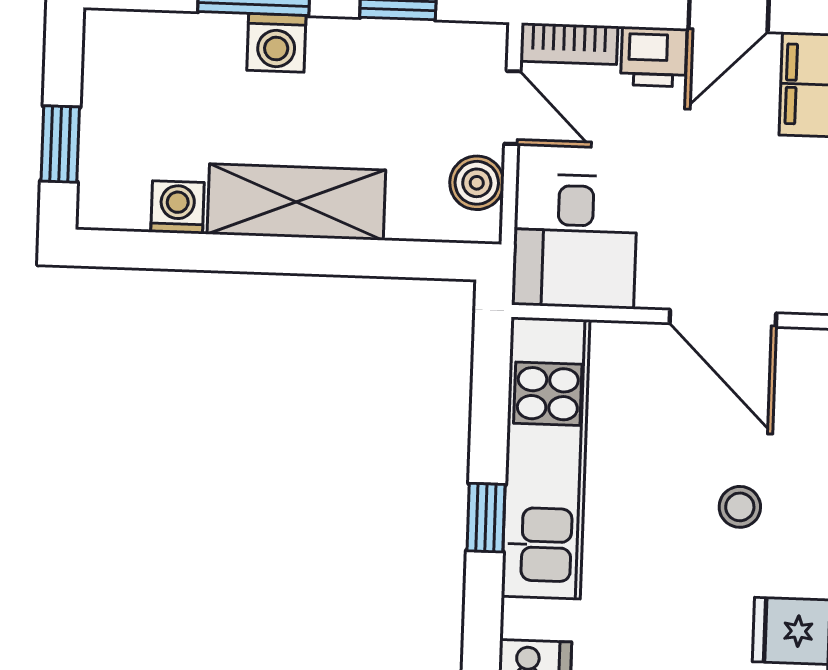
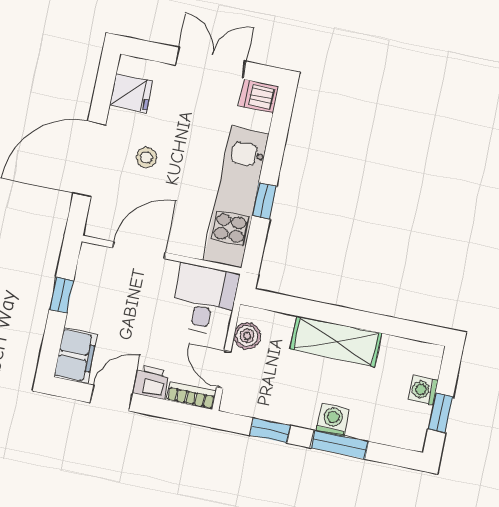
window: (60, 144) -> (441, 413), moved
washing machine: (178, 207) -> (423, 390), moved, turned 90
door: (723, 318) -> (139, 250), hinge flipped
window: (486, 518) -> (264, 201), moved

